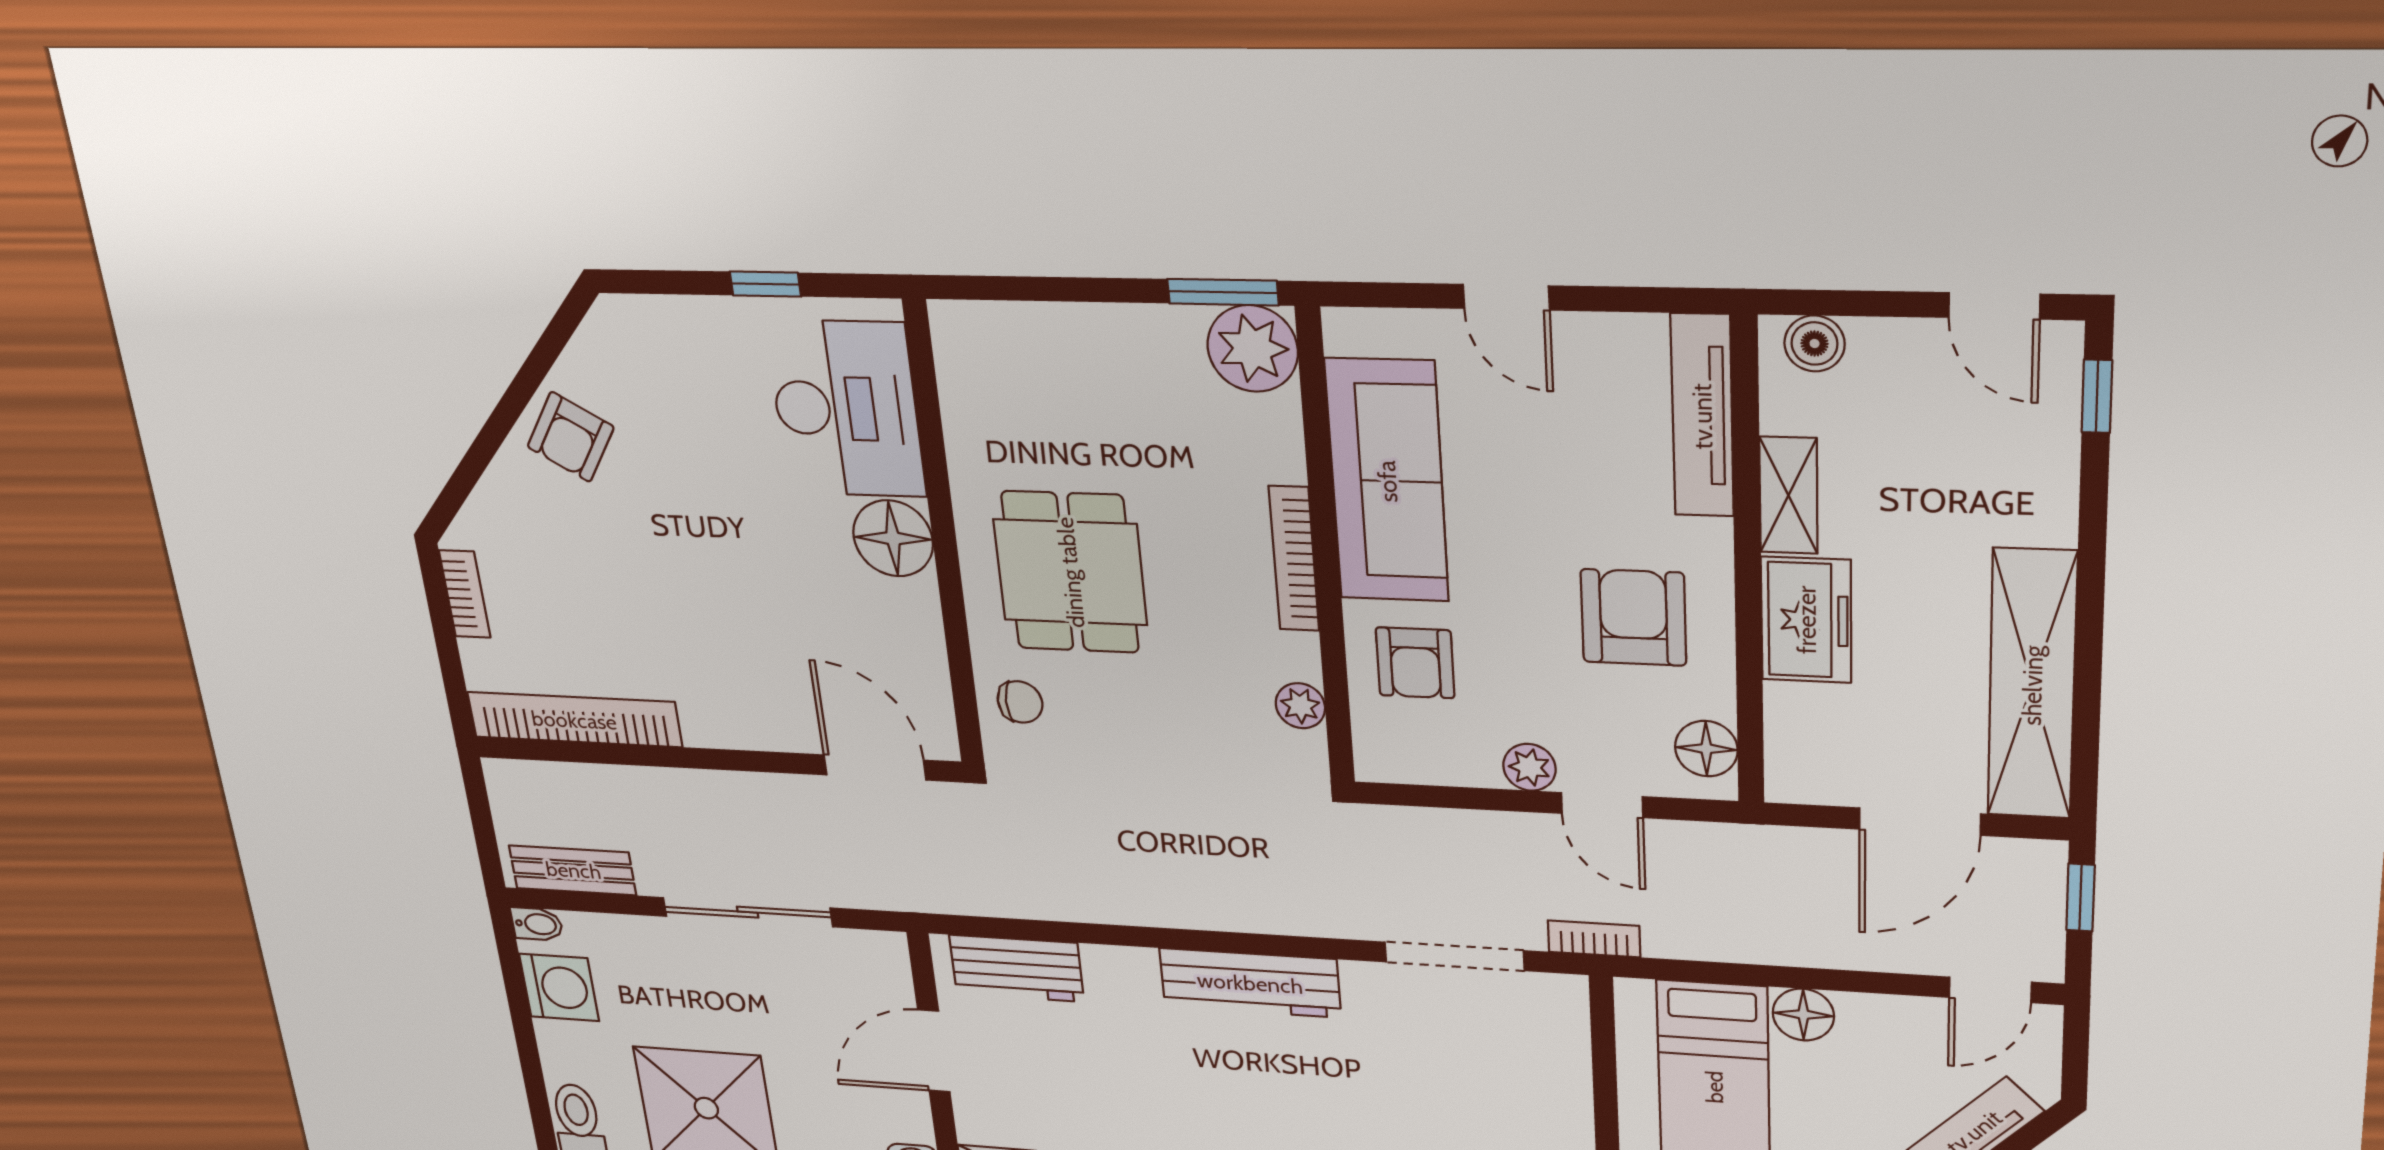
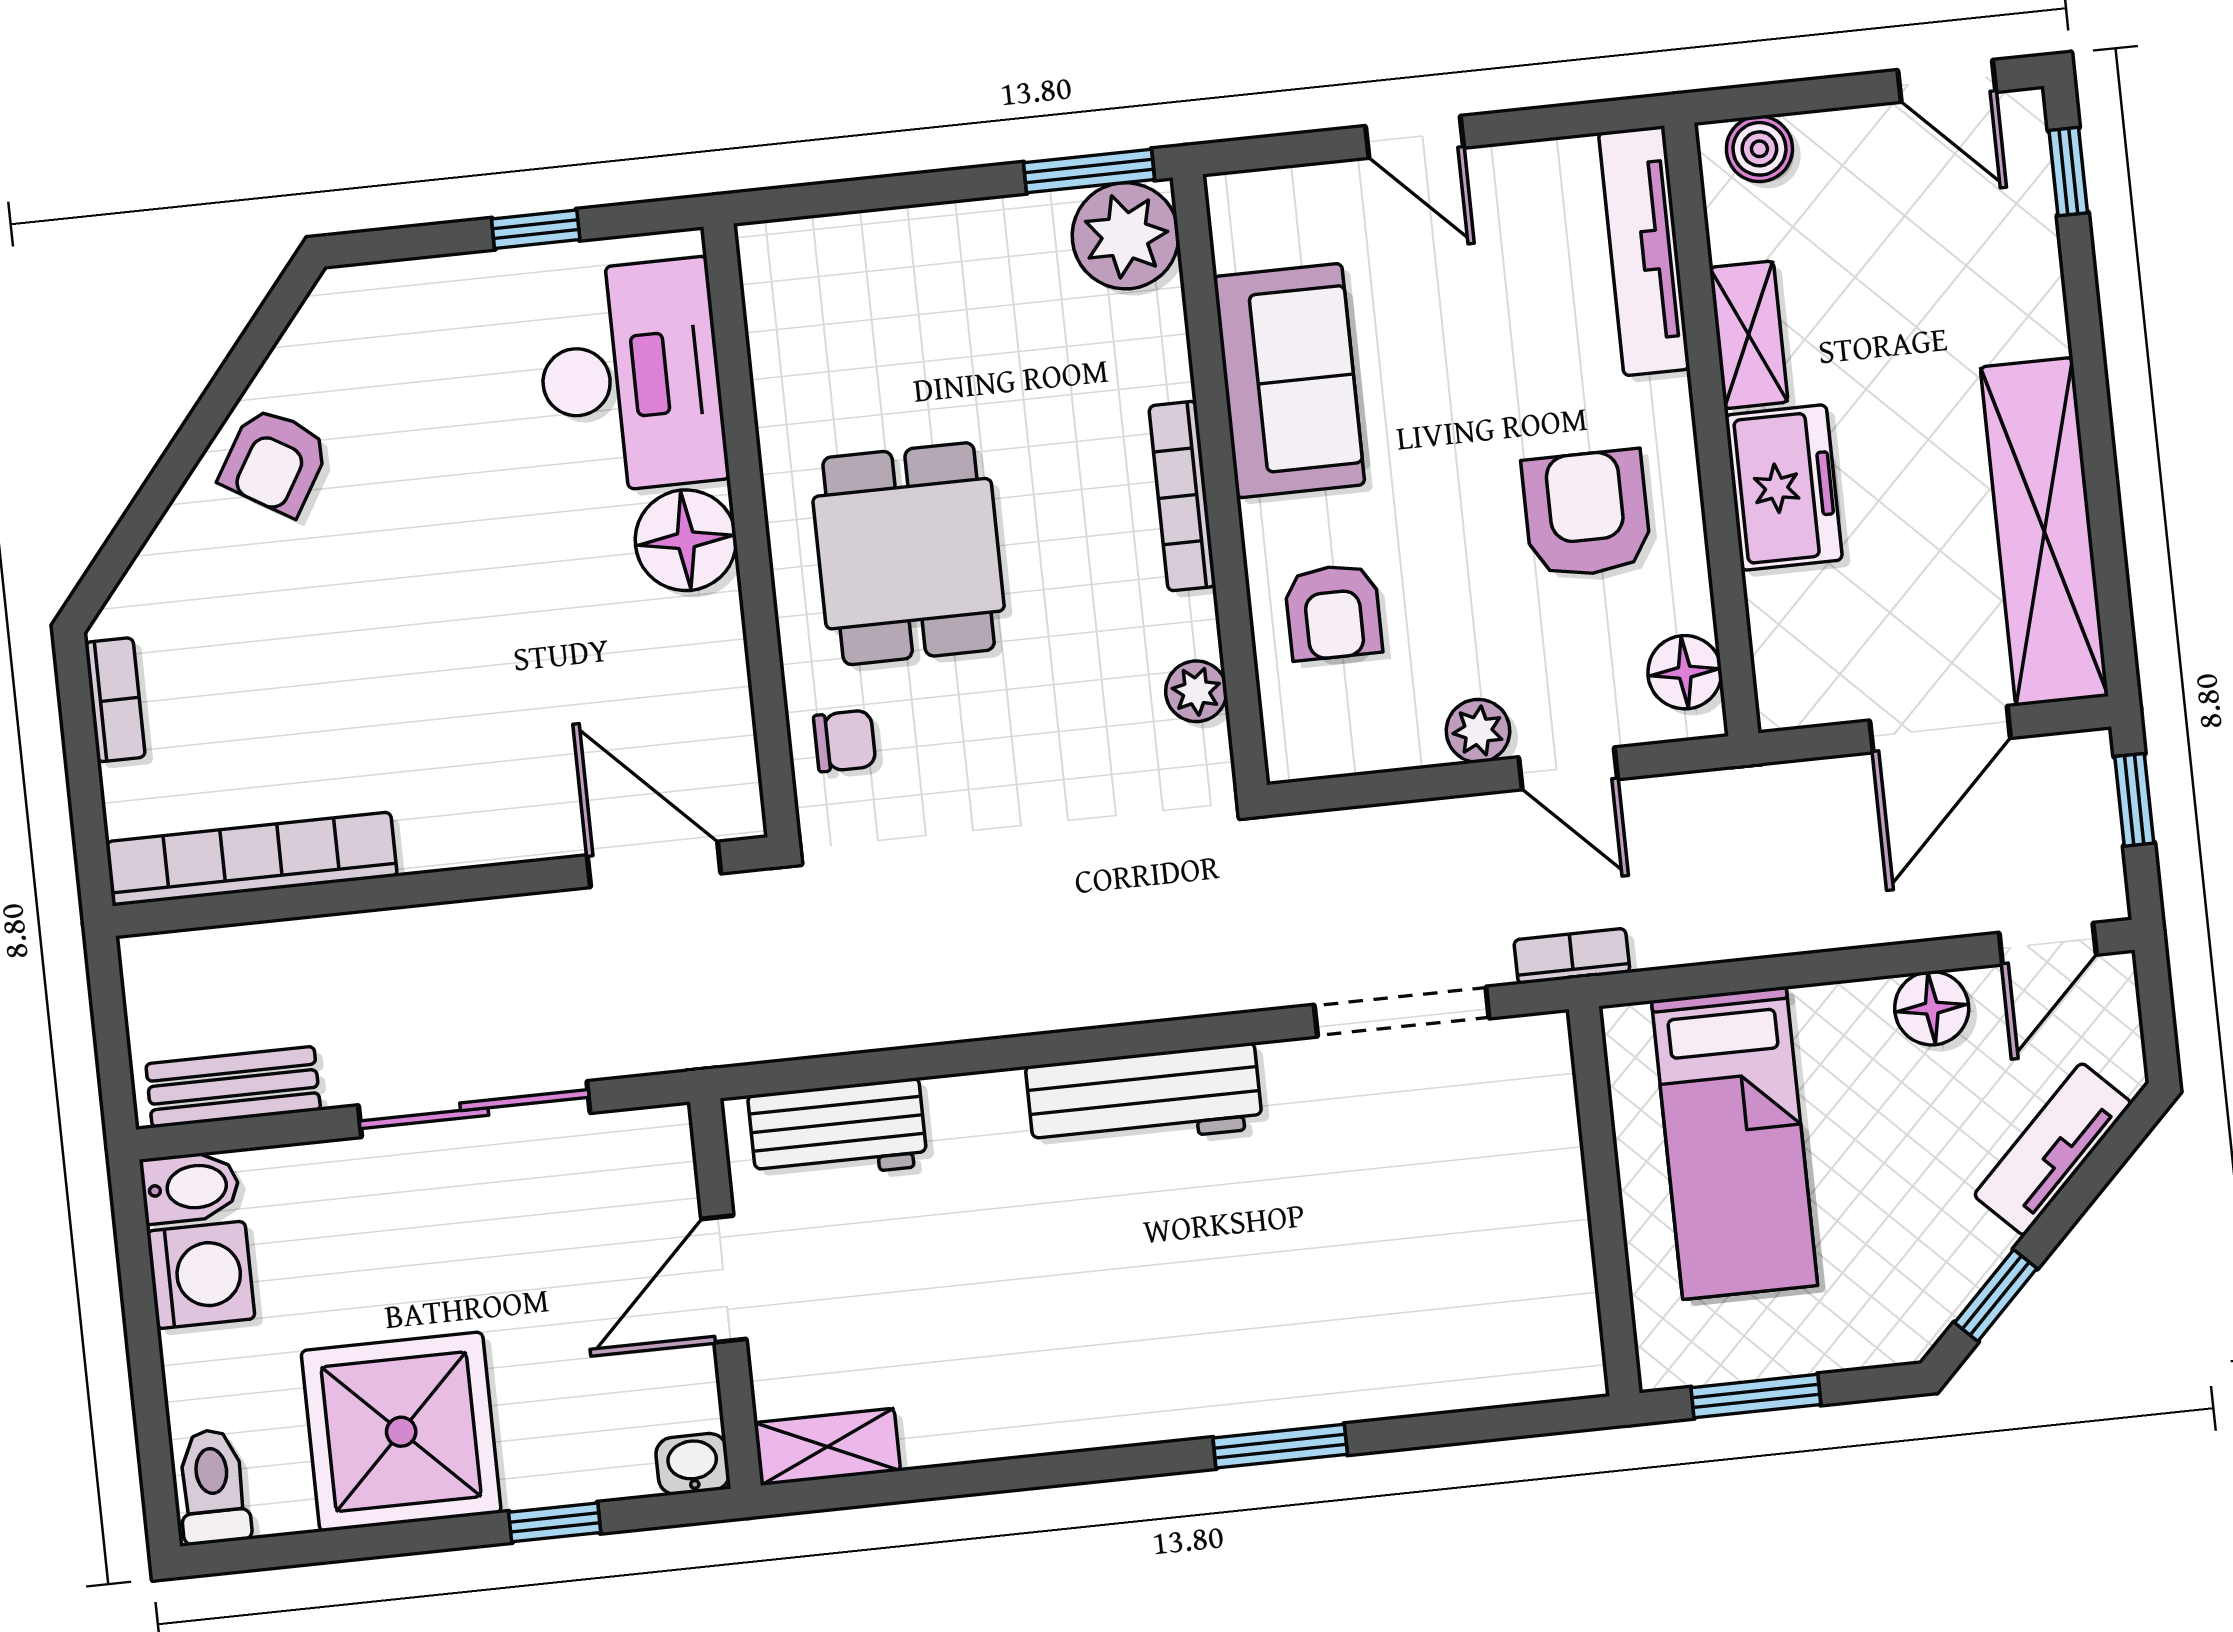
sofa: (1387, 481) -> (1289, 381), width x0.73
bidet: (537, 924) -> (190, 1187), width x1.38, depth x1.36
floor lamp: (1803, 1015) -> (1932, 1008), moved

